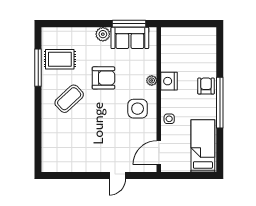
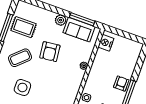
armchair: (103, 78) -> (50, 52), turned 84
nightstand: (169, 81) -> (106, 43), moved
side table: (138, 109) -> (22, 87), moved

